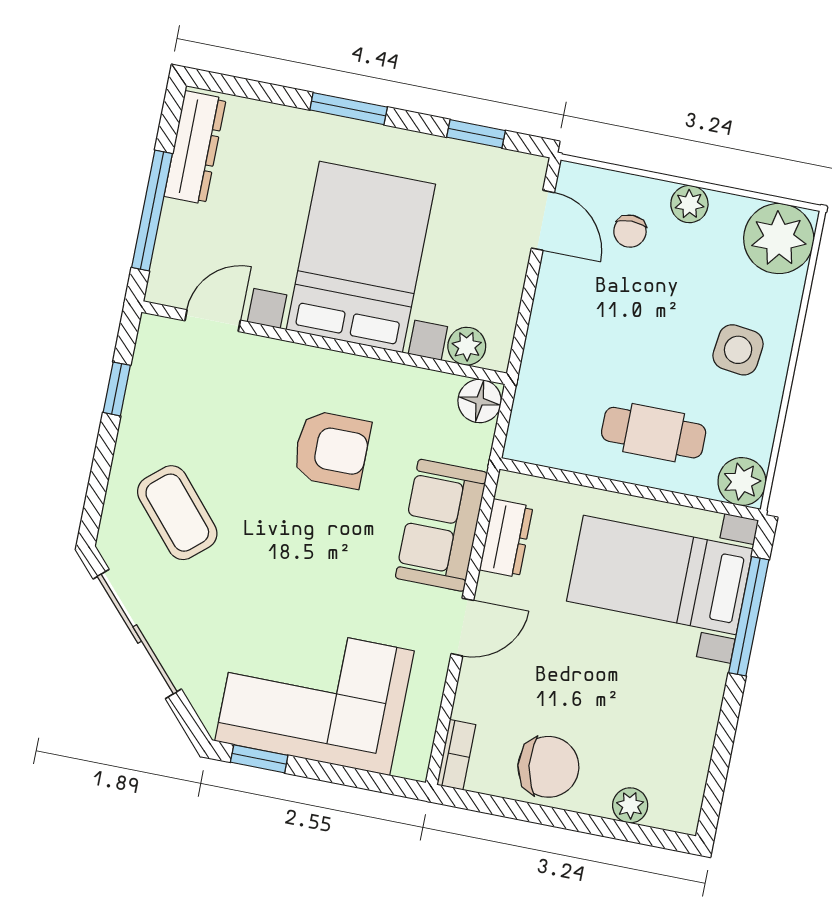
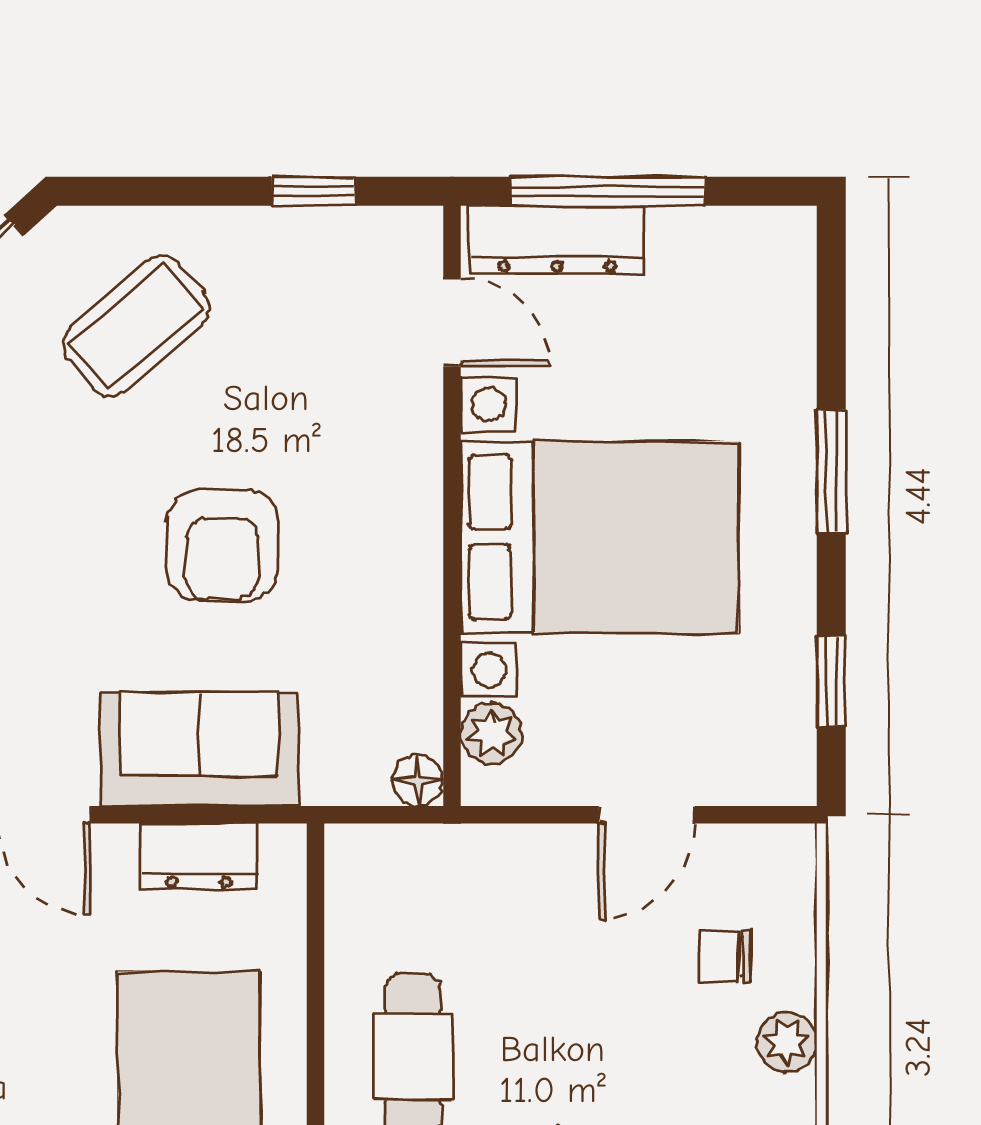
dresser: (195, 148) -> (557, 240), moved
door: (543, 220) -> (647, 815), moved
floor lamp: (480, 401) -> (418, 780), width x0.73, depth x0.73
armchair: (332, 449) -> (222, 545), moved

